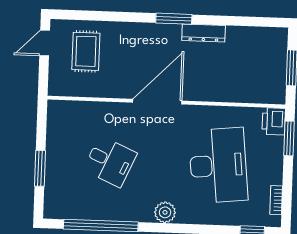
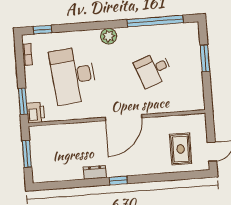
window: (174, 19) -> (118, 180), width x0.67
dresser: (204, 33) -> (95, 172), width x0.70
desk: (110, 161) -> (154, 69), turned -45

